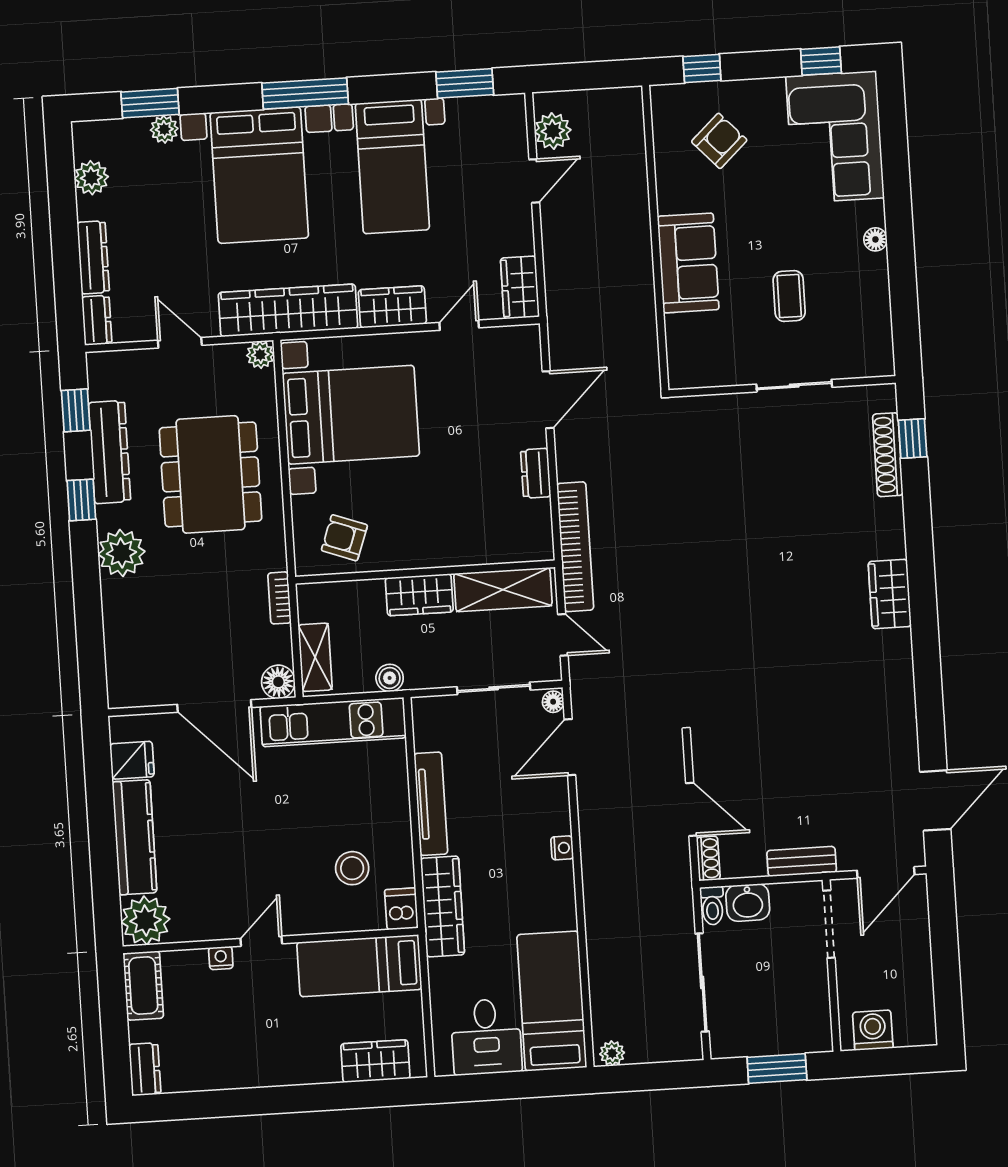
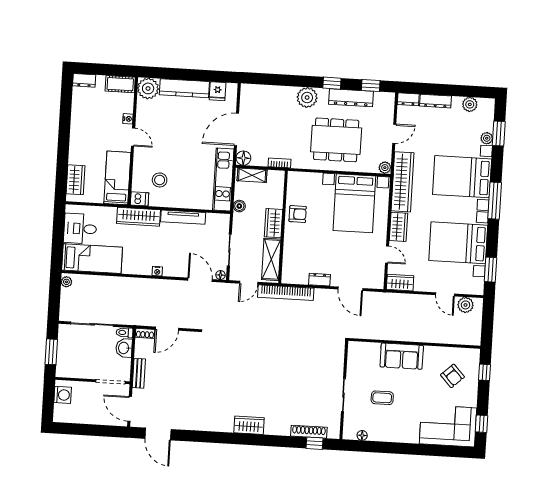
bed with nightstands: (392, 167) -> (458, 243), width x1.36
floor lamp: (875, 239) -> (362, 435), moved
armchair: (344, 538) -> (298, 214), moved, turned 70

